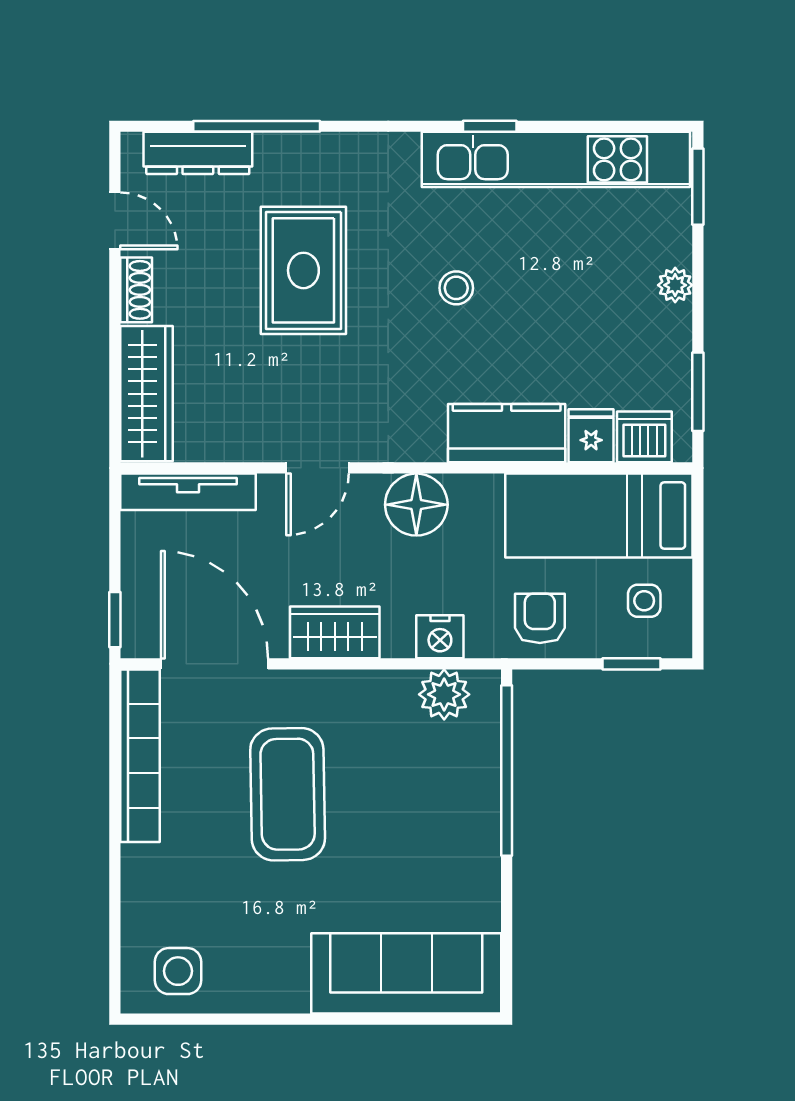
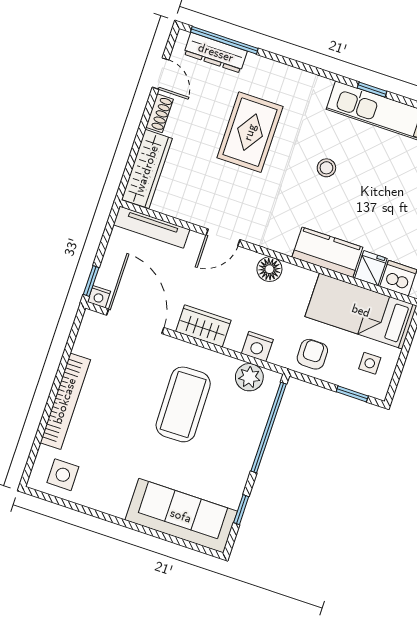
window: (257, 126) -> (224, 40), moved
floor lamp: (416, 505) -> (269, 269), width x0.73, depth x0.73
nightstand: (137, 642) -> (99, 297), added
bookcase: (140, 756) -> (65, 401), moved
coffee table: (288, 794) -> (183, 404), moved
window: (507, 928) -> (241, 510), added

